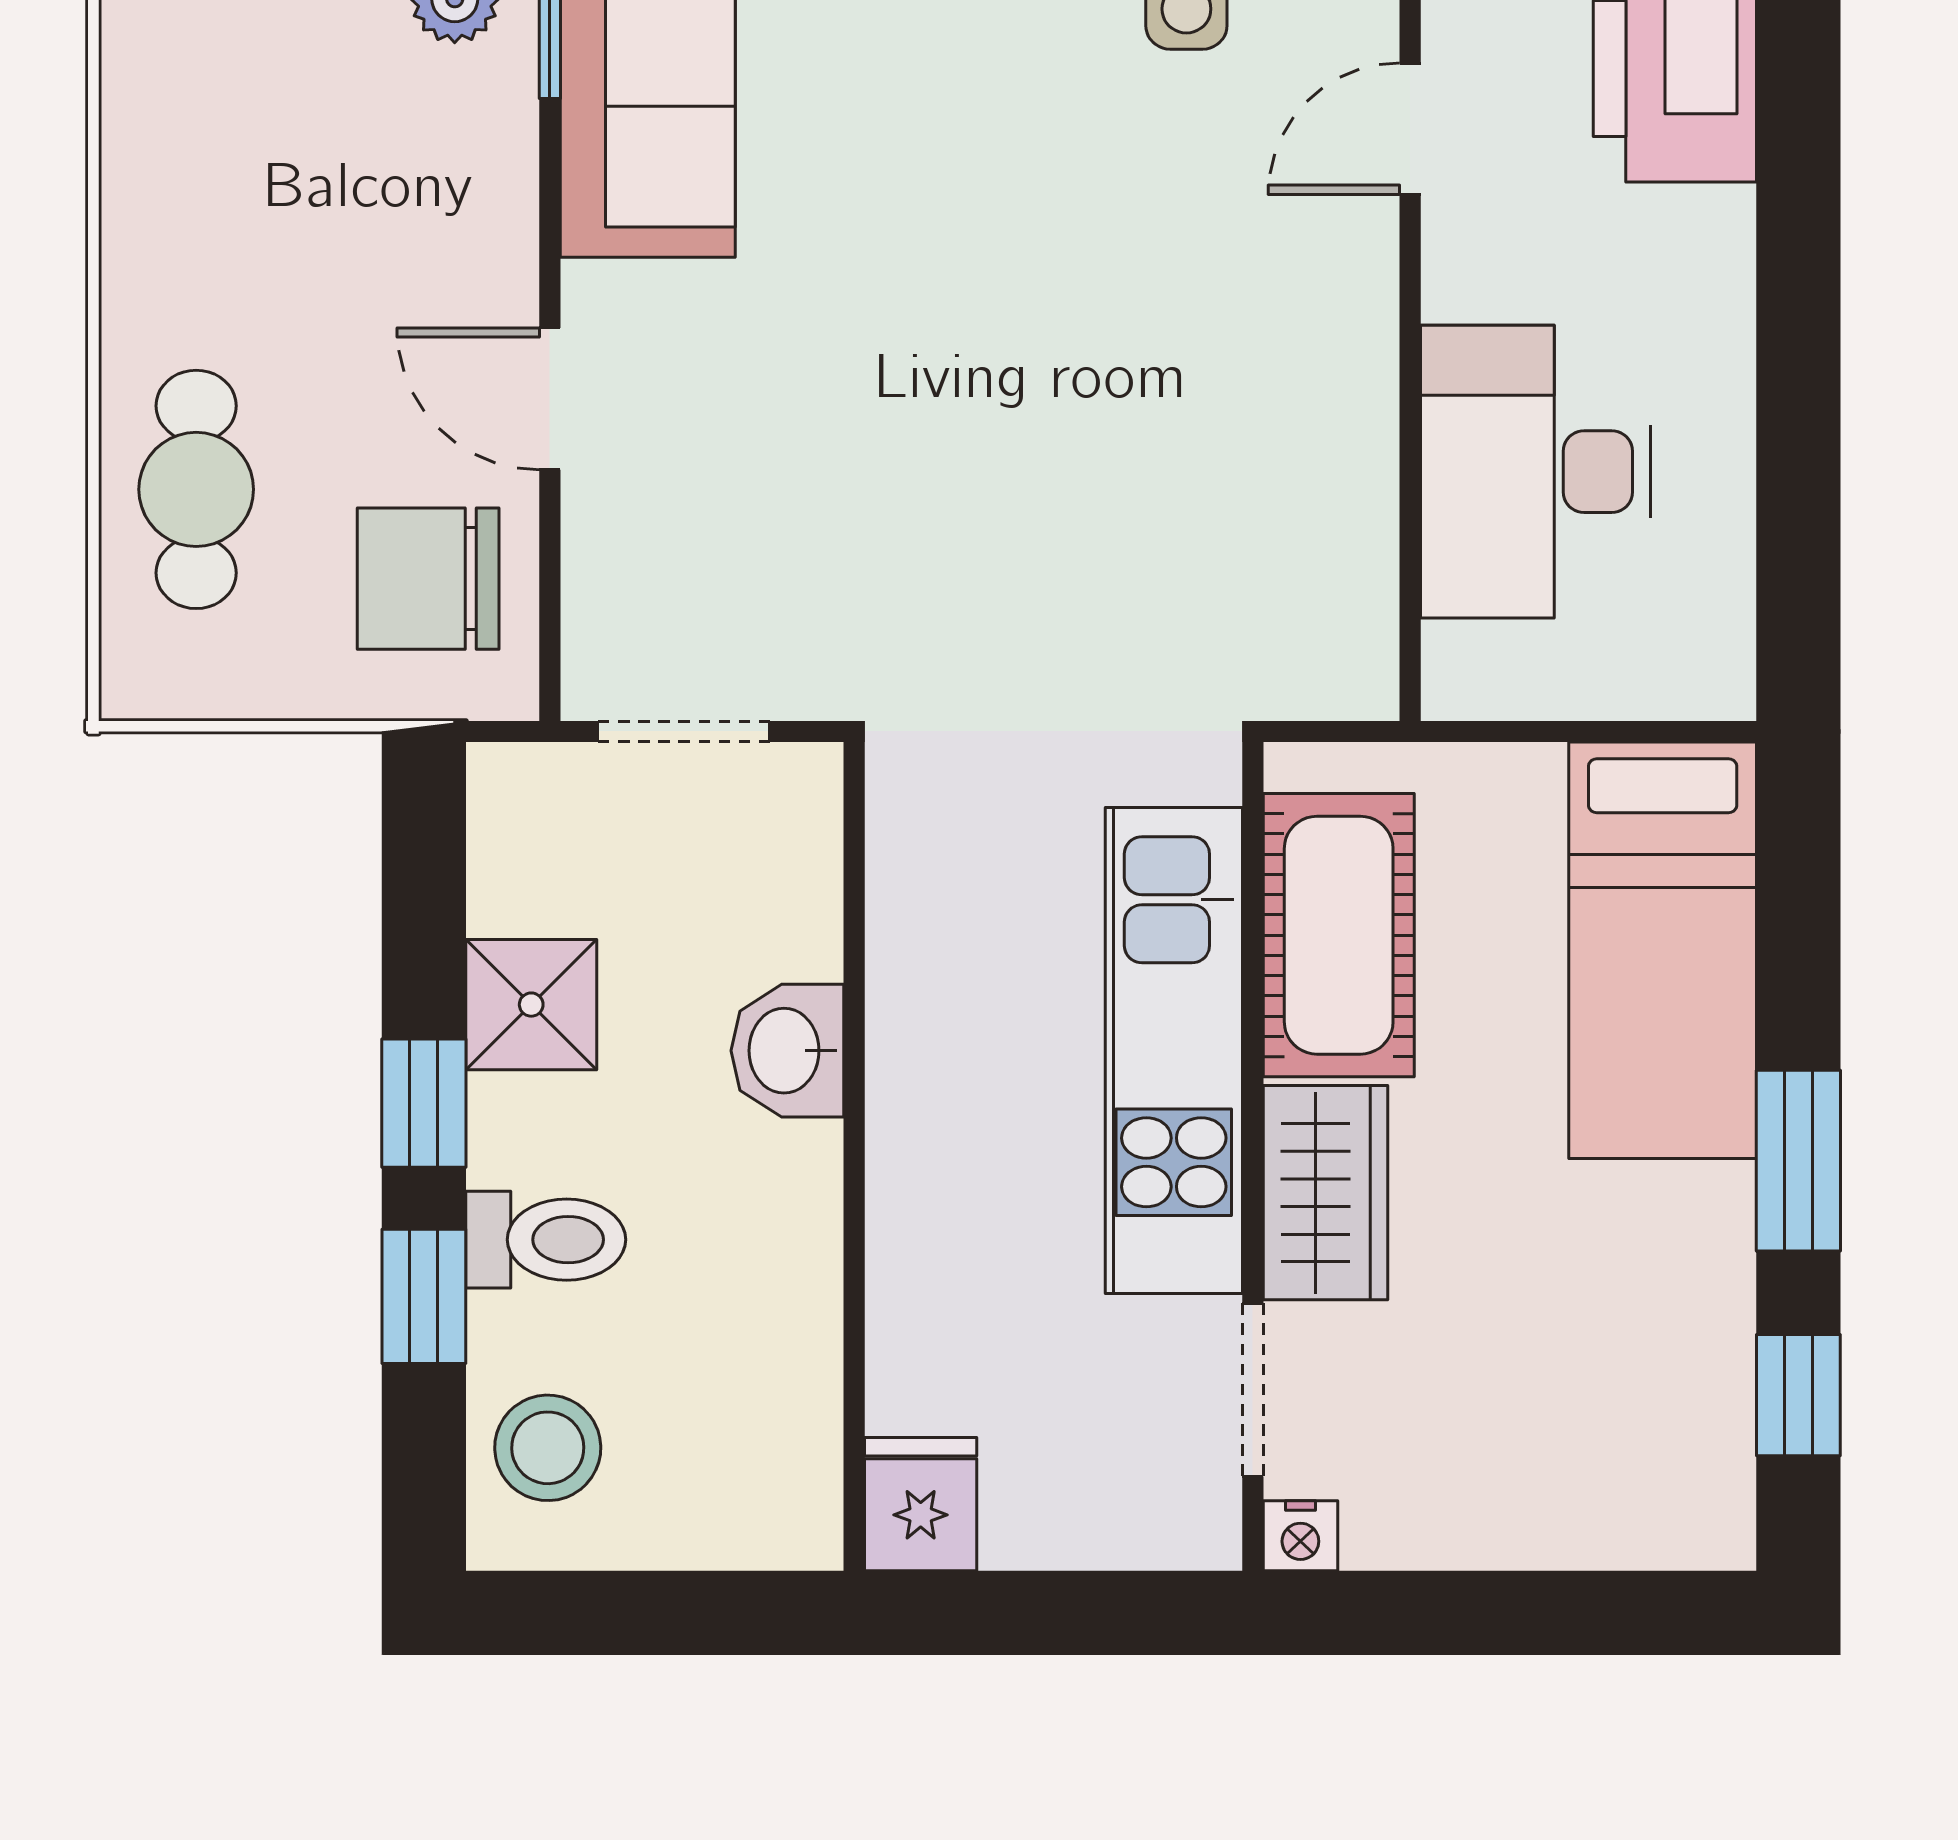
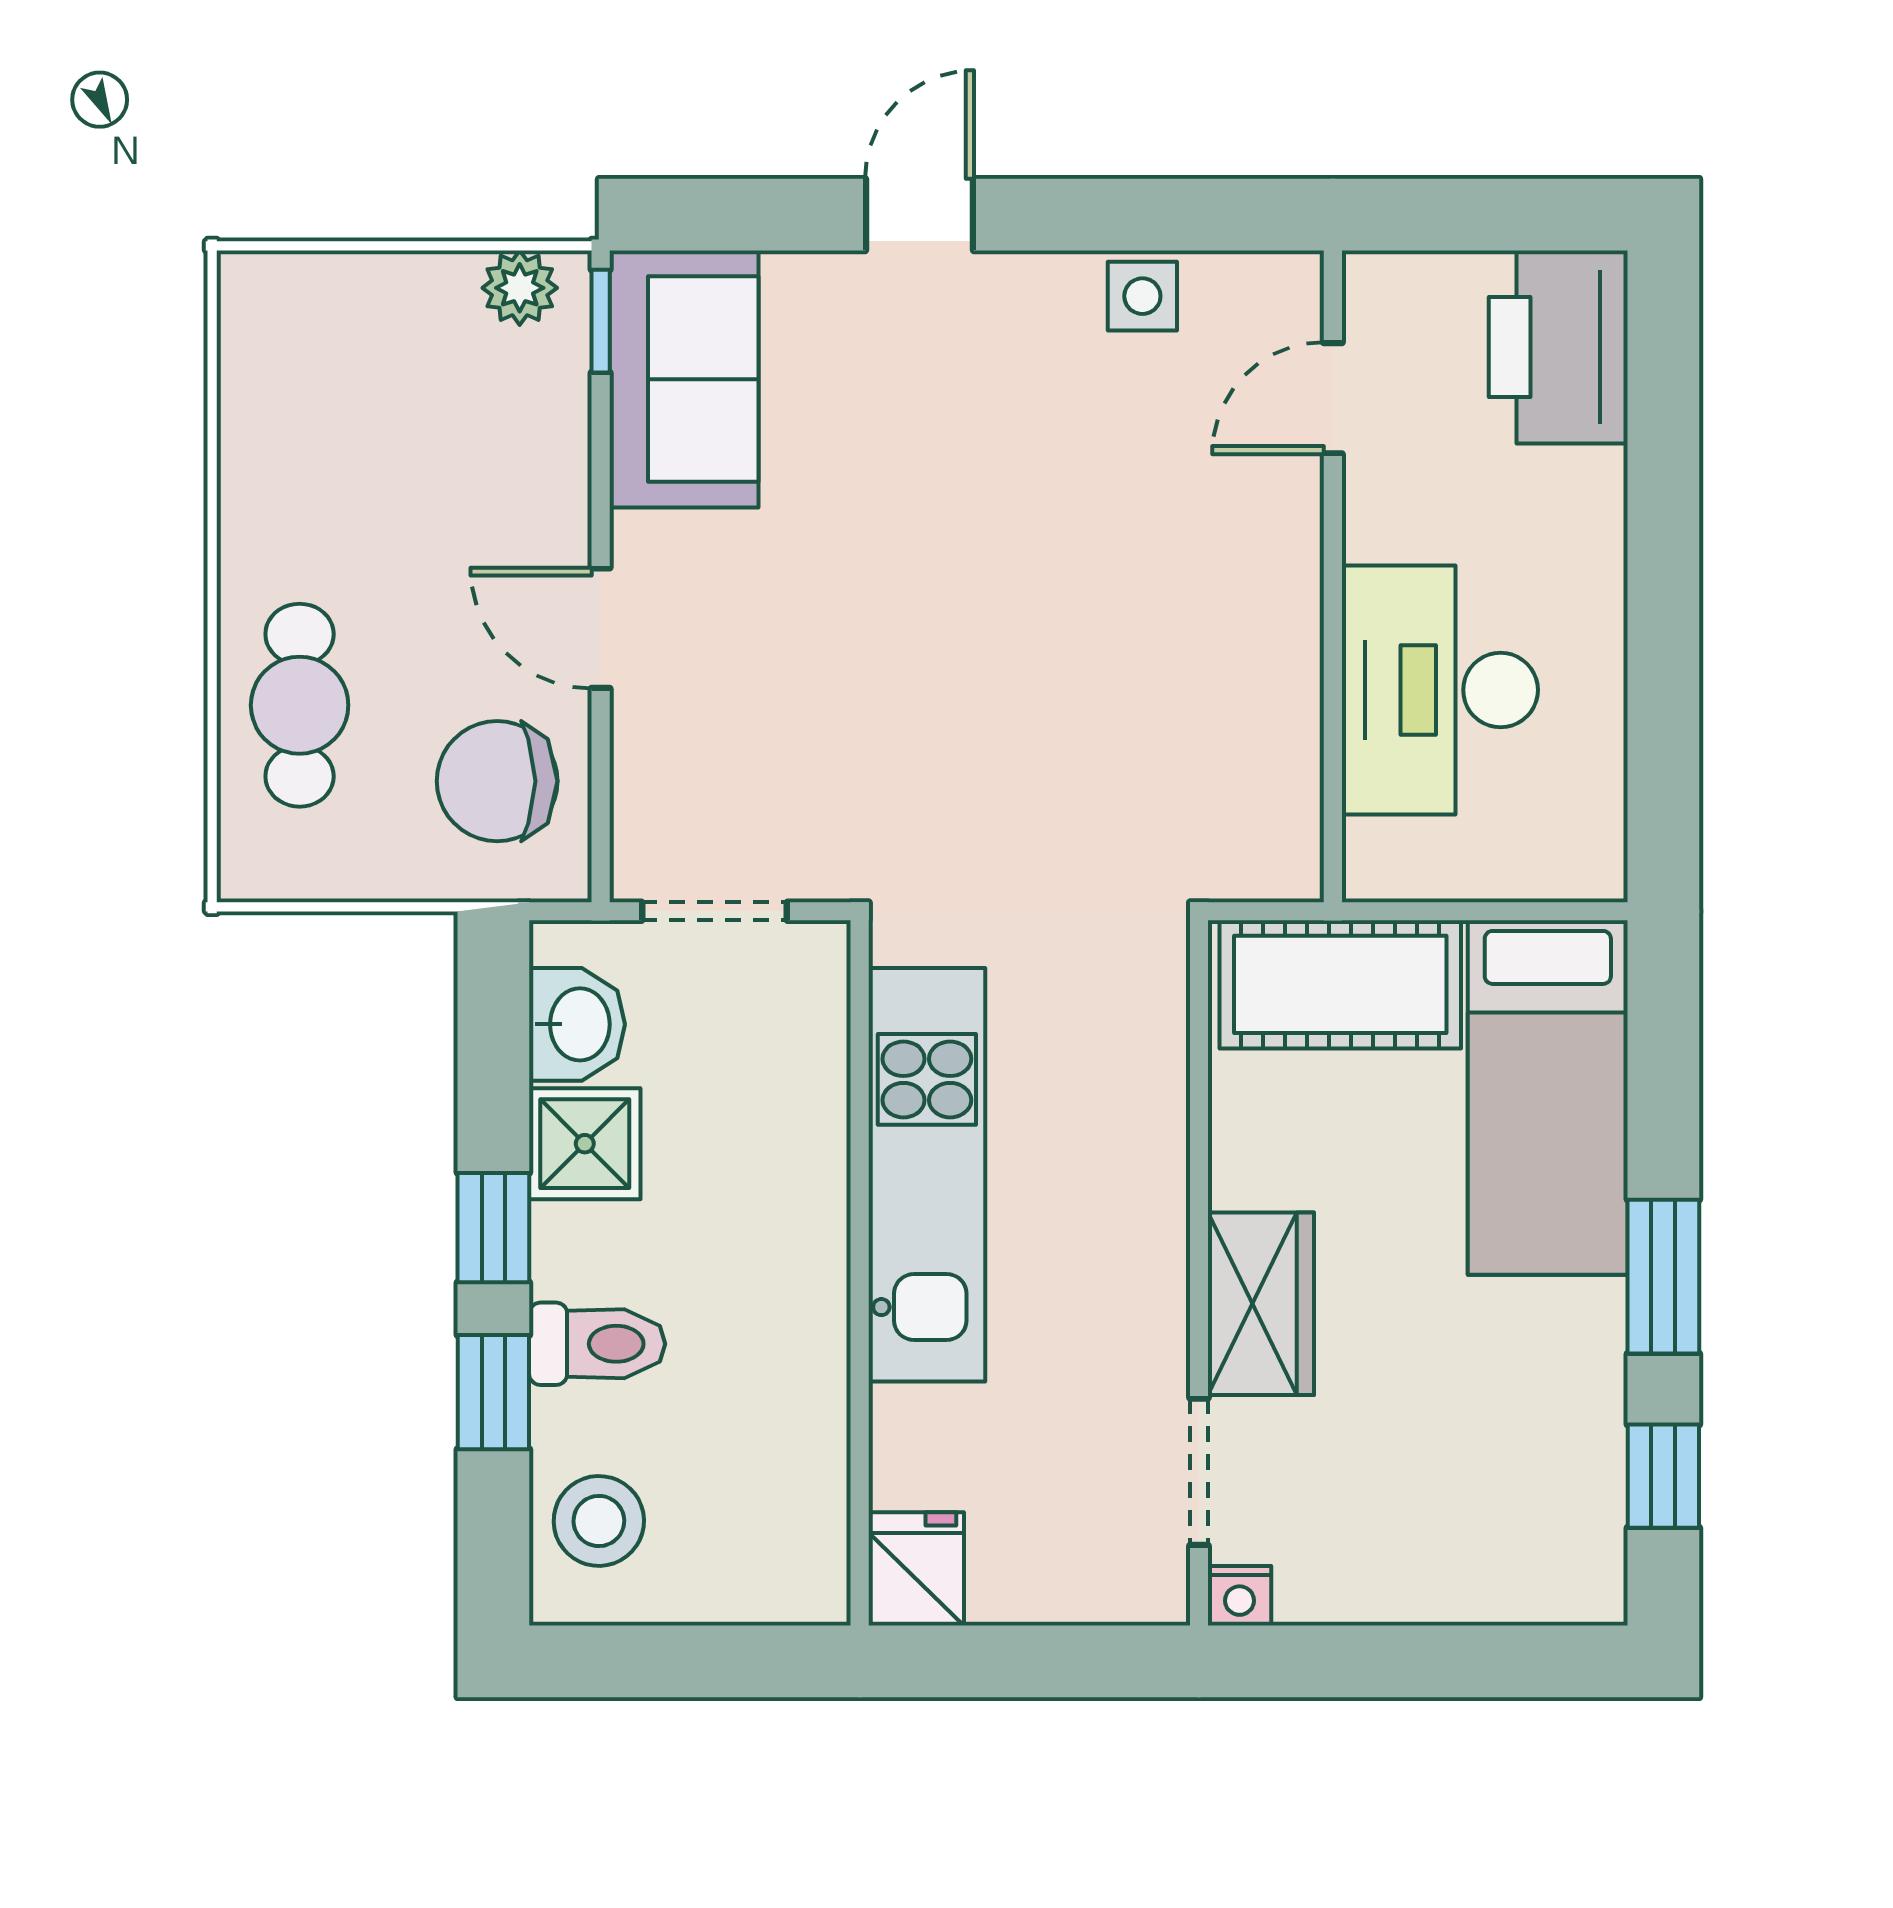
cot: (1339, 935) -> (1340, 984), moved, turned 90
kitchen unit: (1174, 1050) -> (927, 1175), moved, turned 180
washbasin: (787, 1051) -> (577, 1024), moved, turned 180

